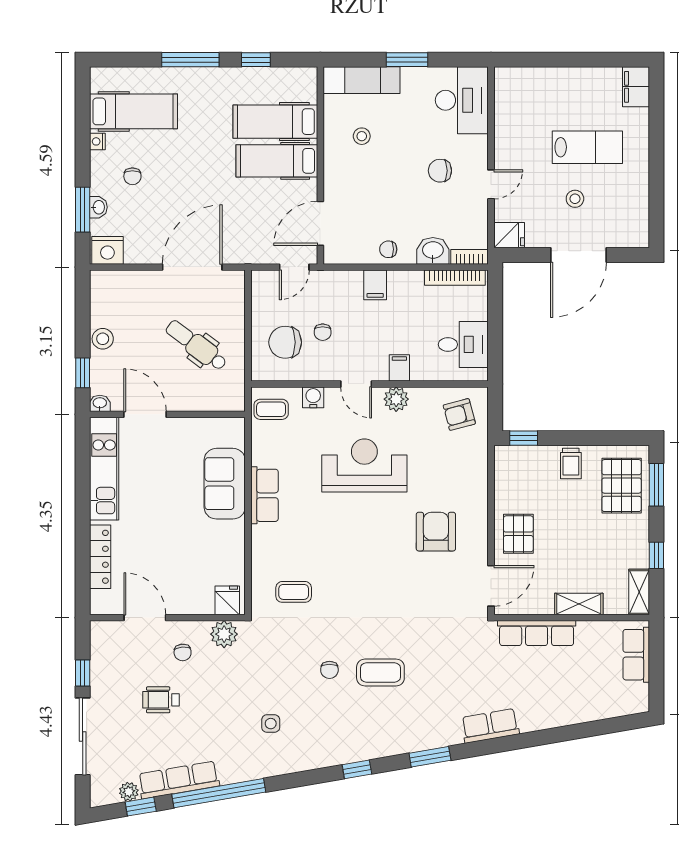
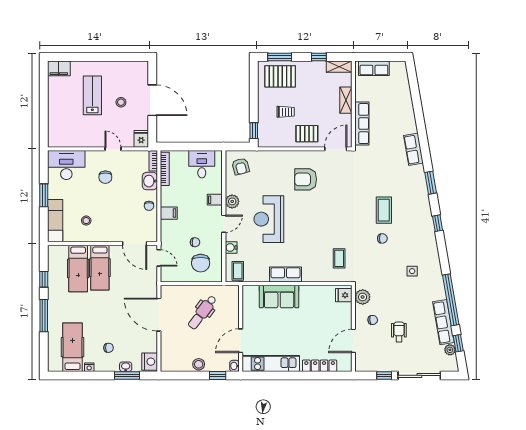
trolley: (571, 463) -> (286, 112), moved
door: (491, 586) -> (336, 149), hinge flipped
wheelchair: (161, 700) -> (399, 332), turned 180

